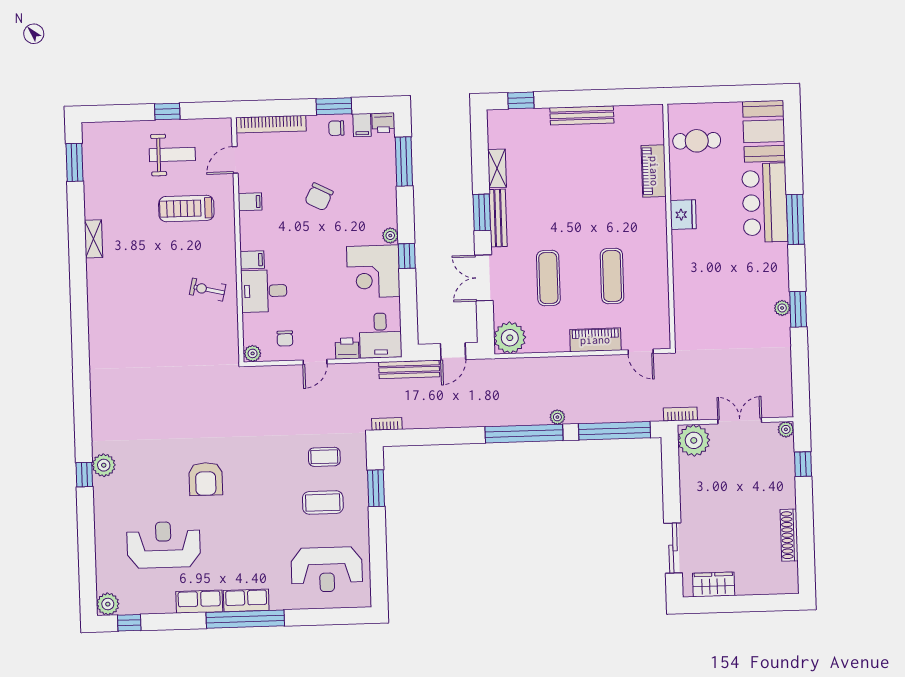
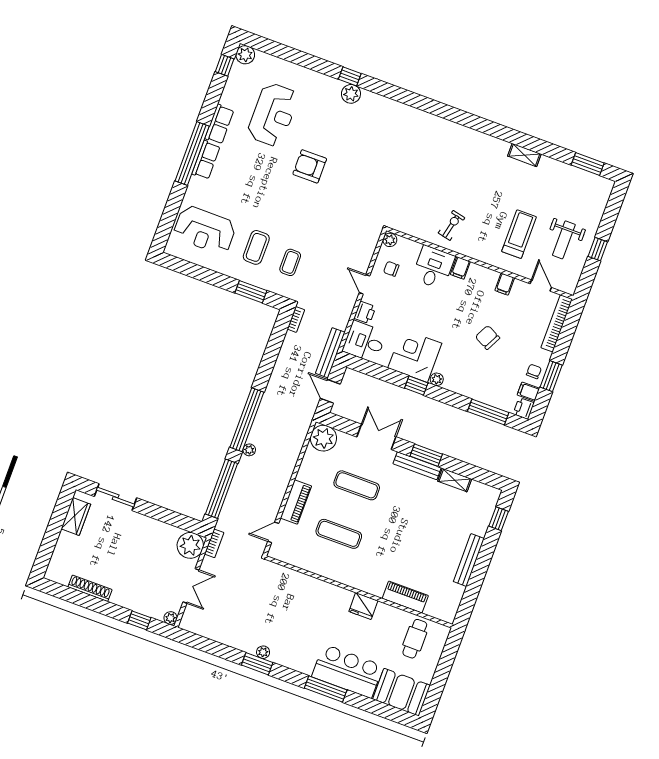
reception desk: (327, 569) -> (205, 230), turned -90

